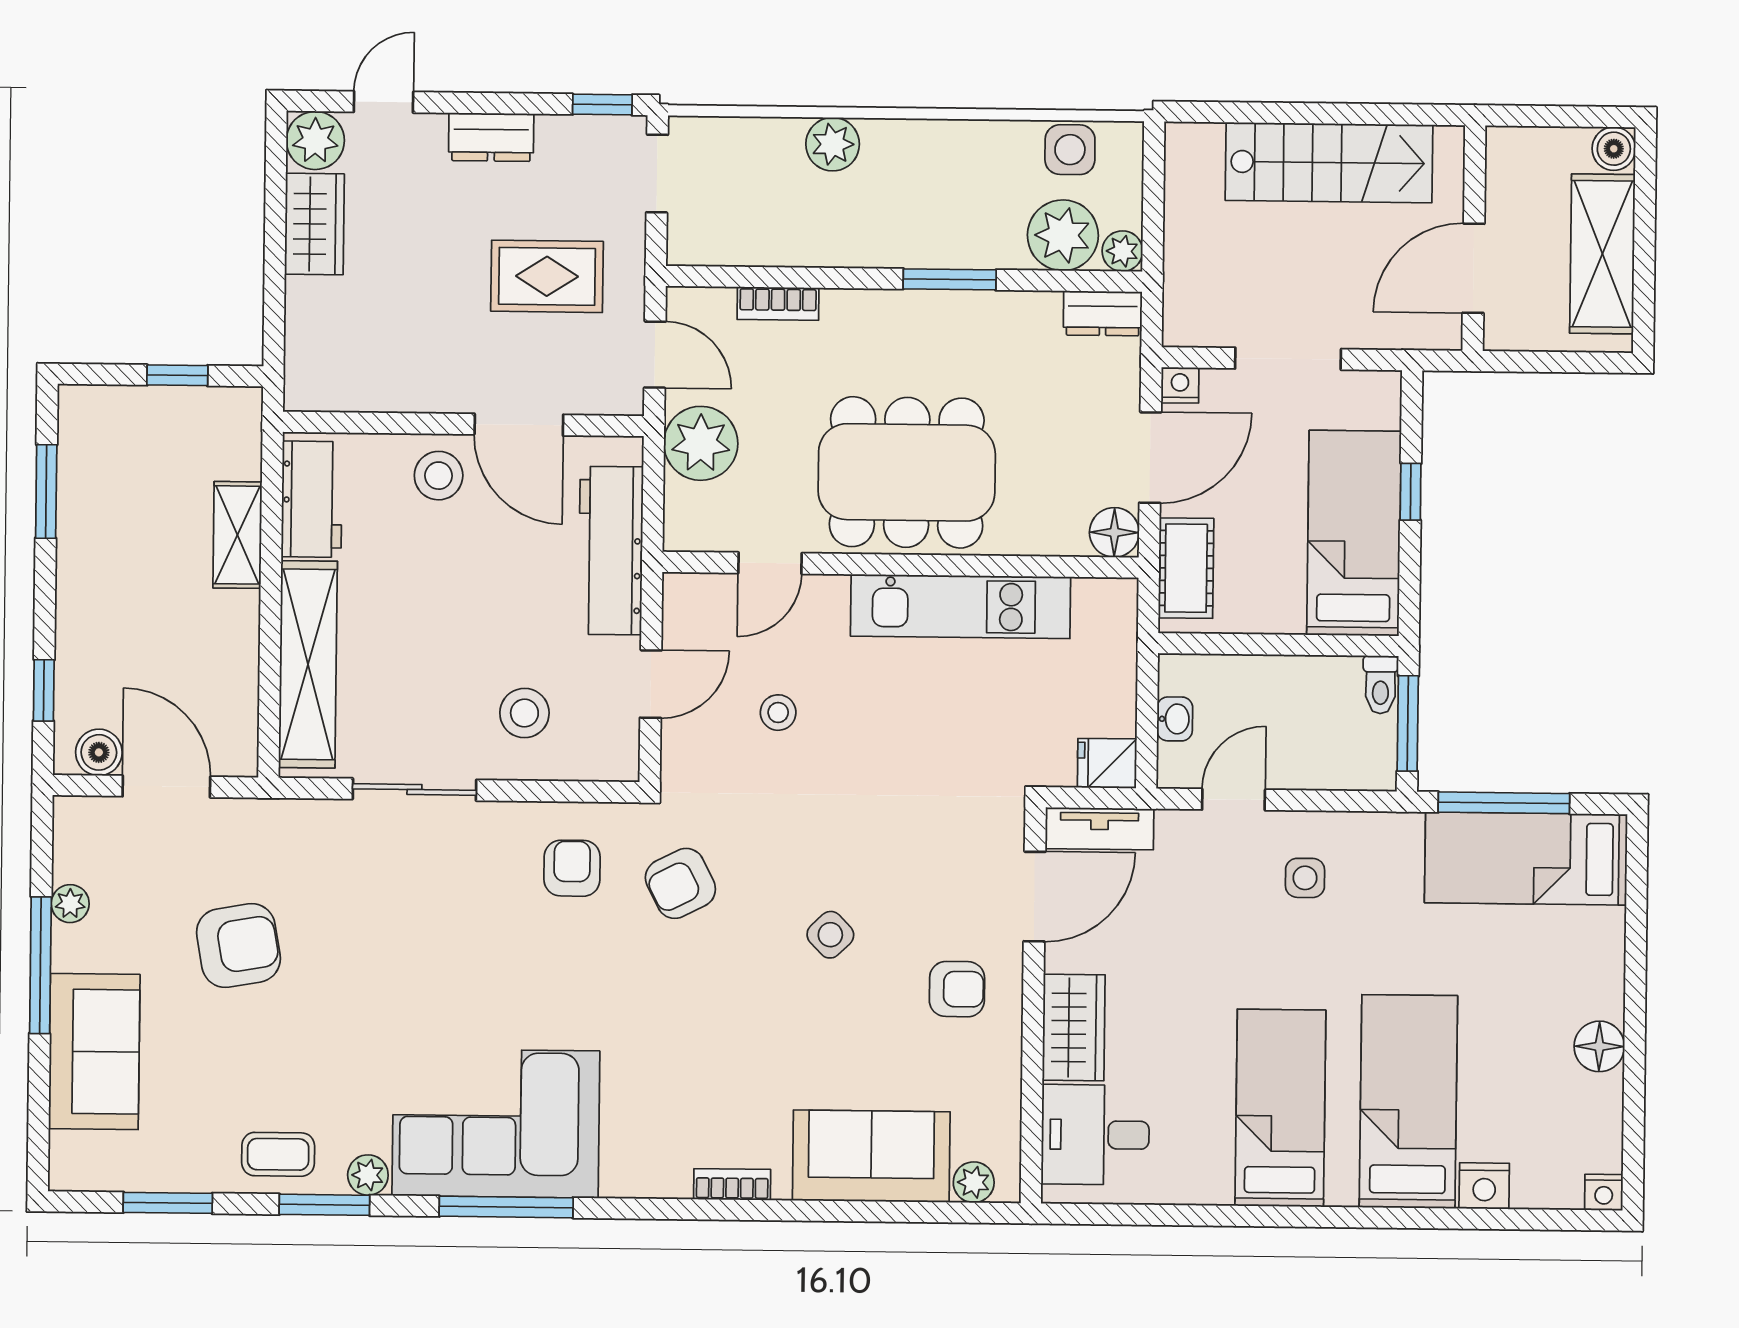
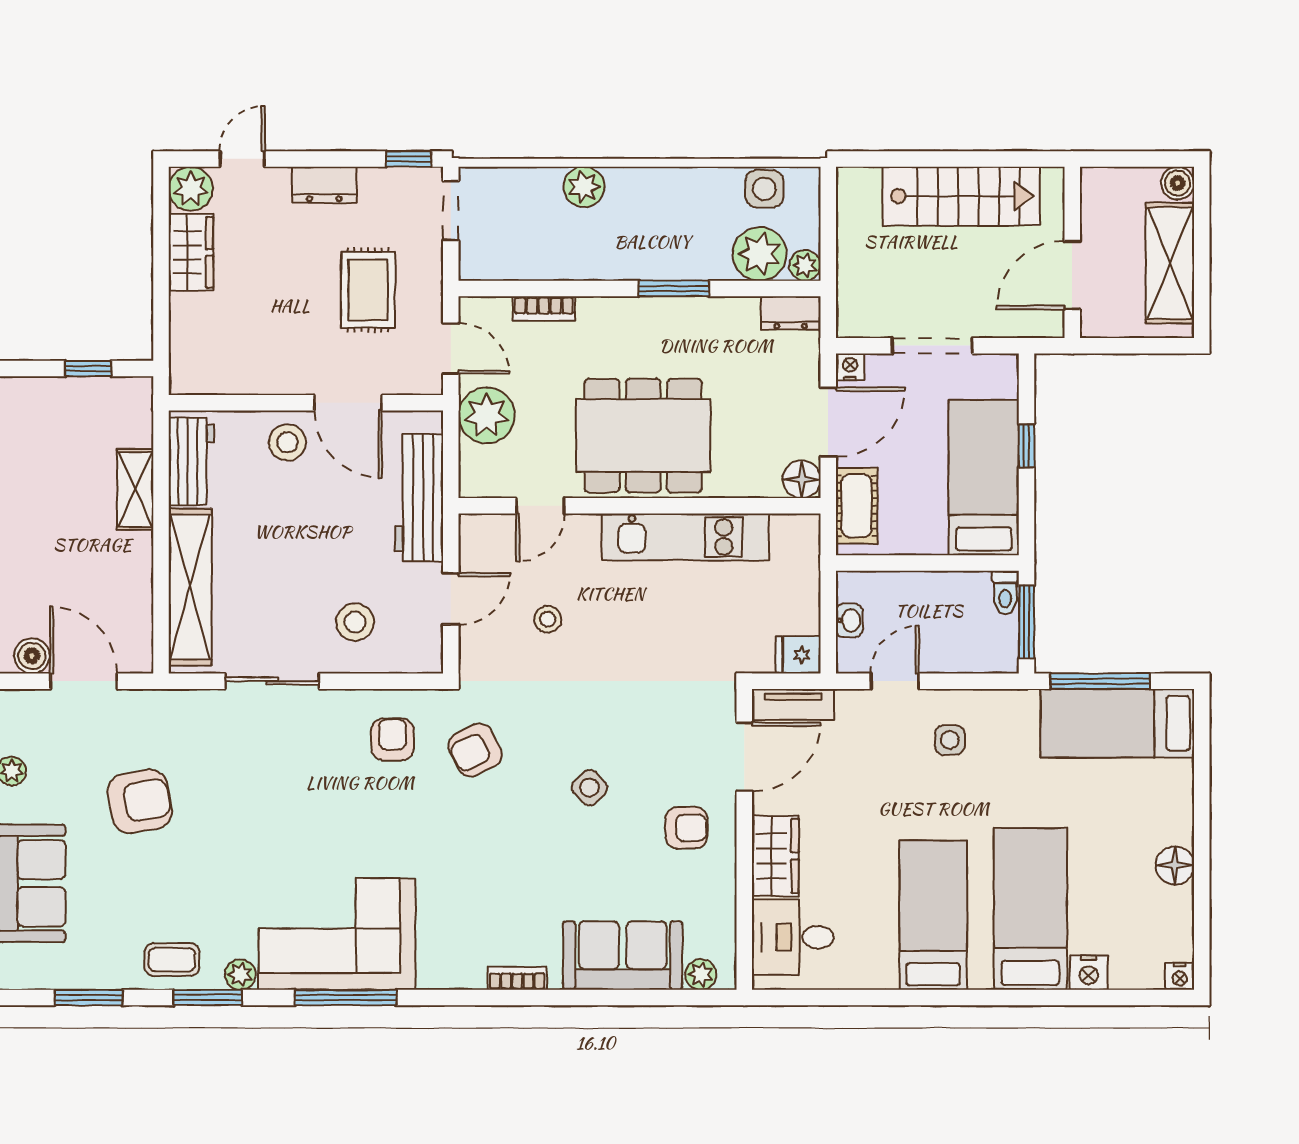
rug: (547, 276) -> (368, 290), turned 90

